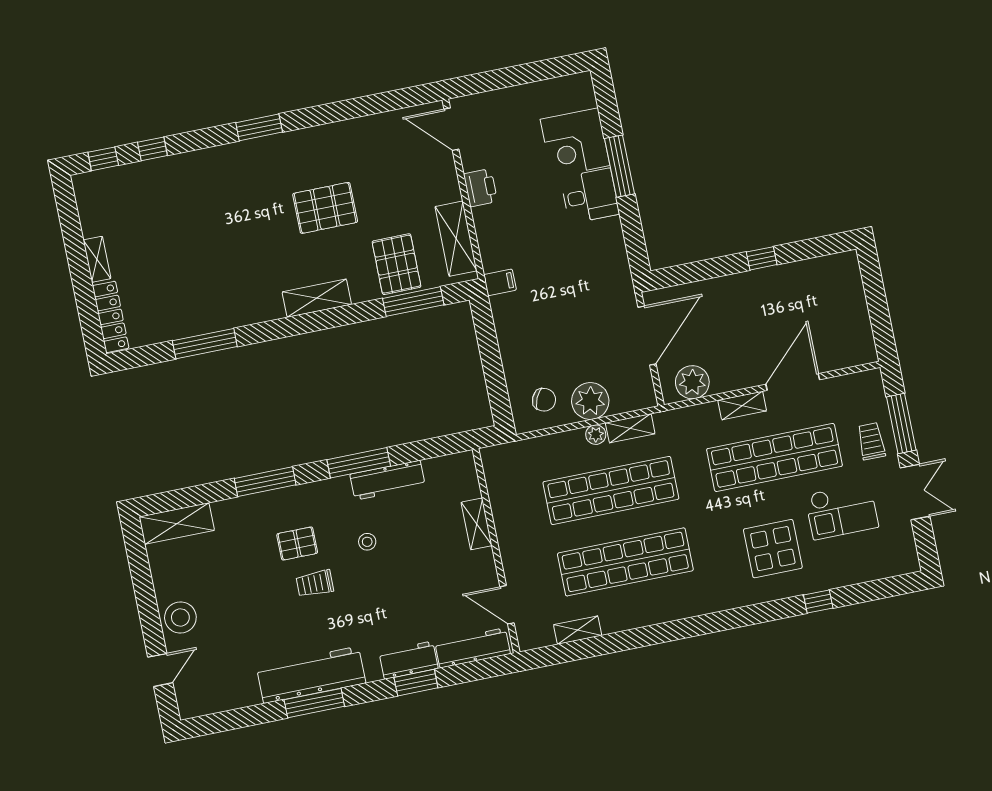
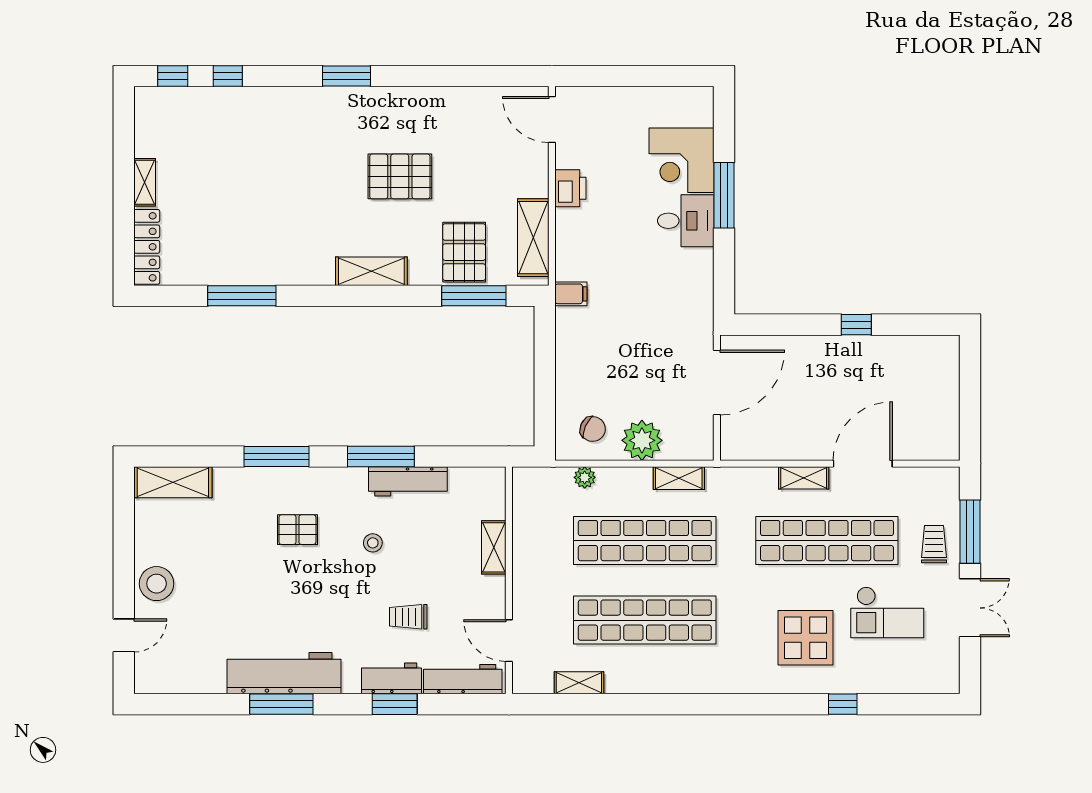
plant: (692, 382) -> (755, 442), removed
plant: (596, 435) -> (585, 477), moved
trolley: (315, 584) -> (408, 617), moved

